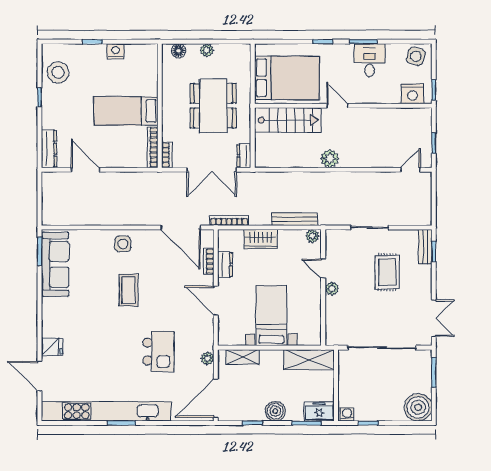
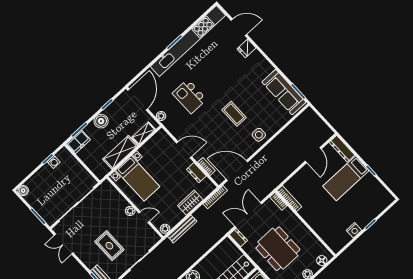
stool: (58, 72) -> (373, 192), removed
bed: (126, 111) -> (346, 178), moved, turned 180
door: (85, 170) -> (313, 155), hinge flipped
bed with nightstands: (271, 315) -> (138, 178), moved
shelving: (309, 360) -> (120, 152), moved
boiler: (418, 407) -> (23, 191), width x0.54, depth x0.54
washing machine: (347, 414) -> (54, 162), moved

